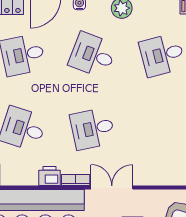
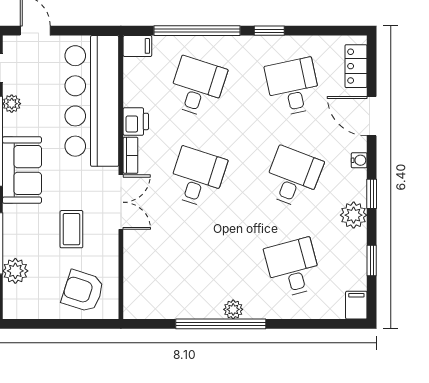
desk: (93, 129) -> (197, 177), turned 30

